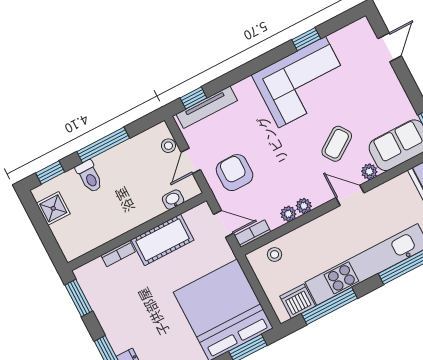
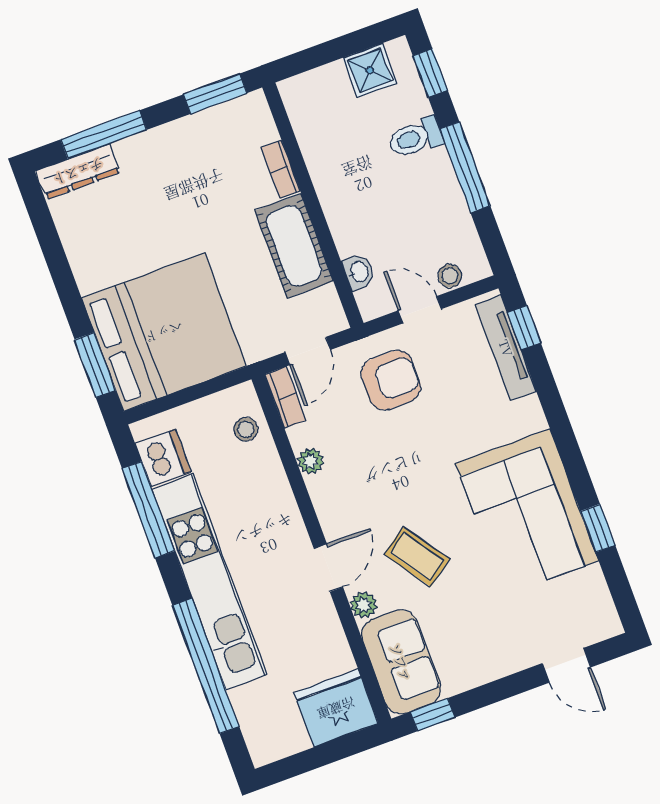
plant: (304, 206) -> (320, 489), removed

